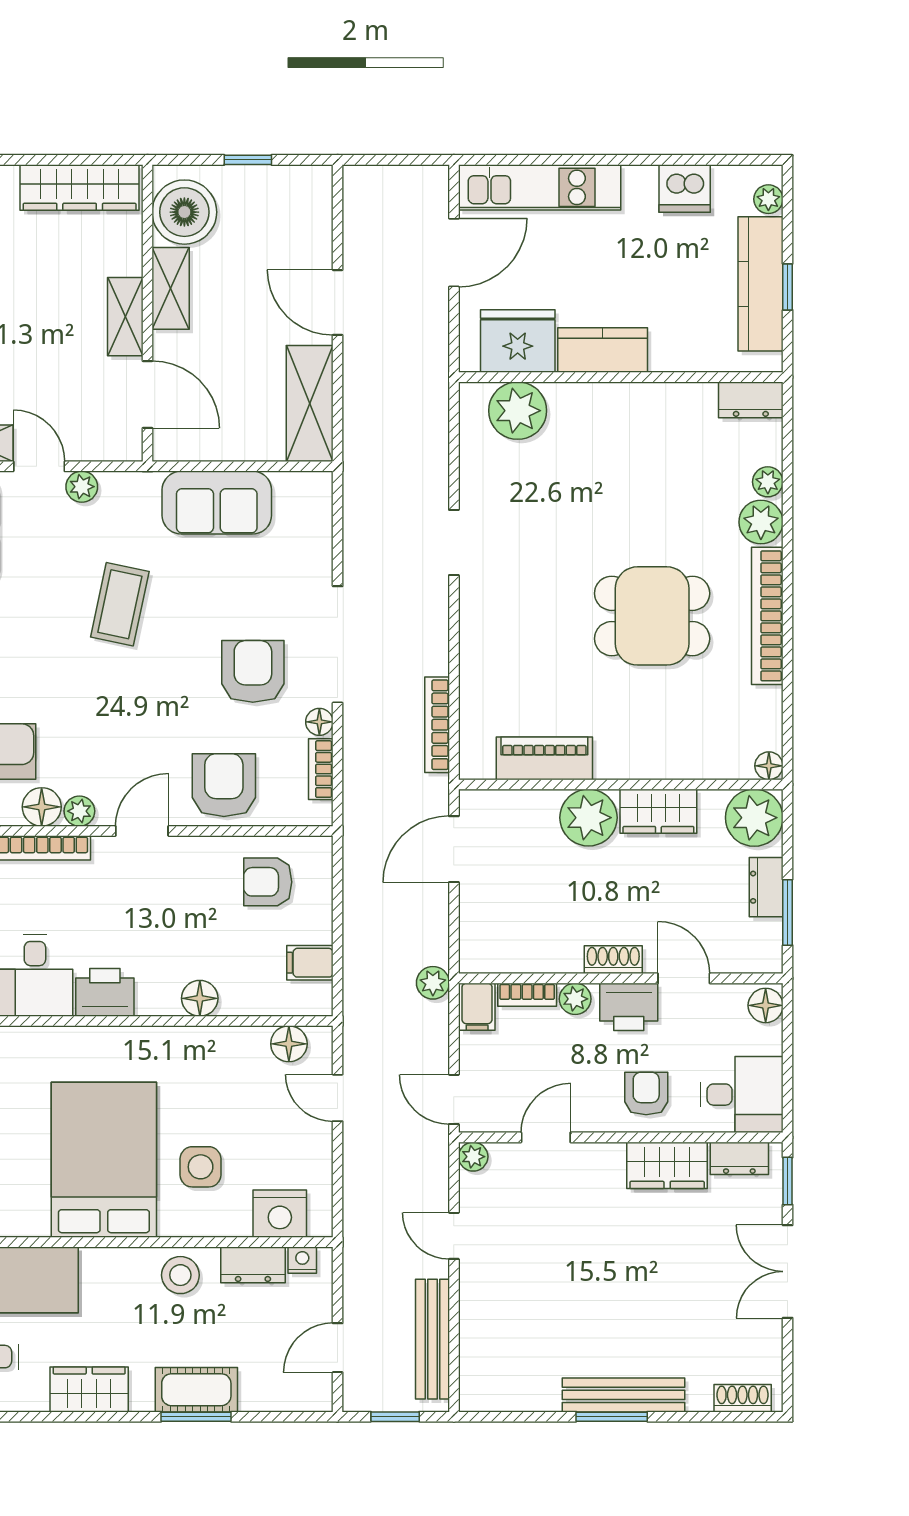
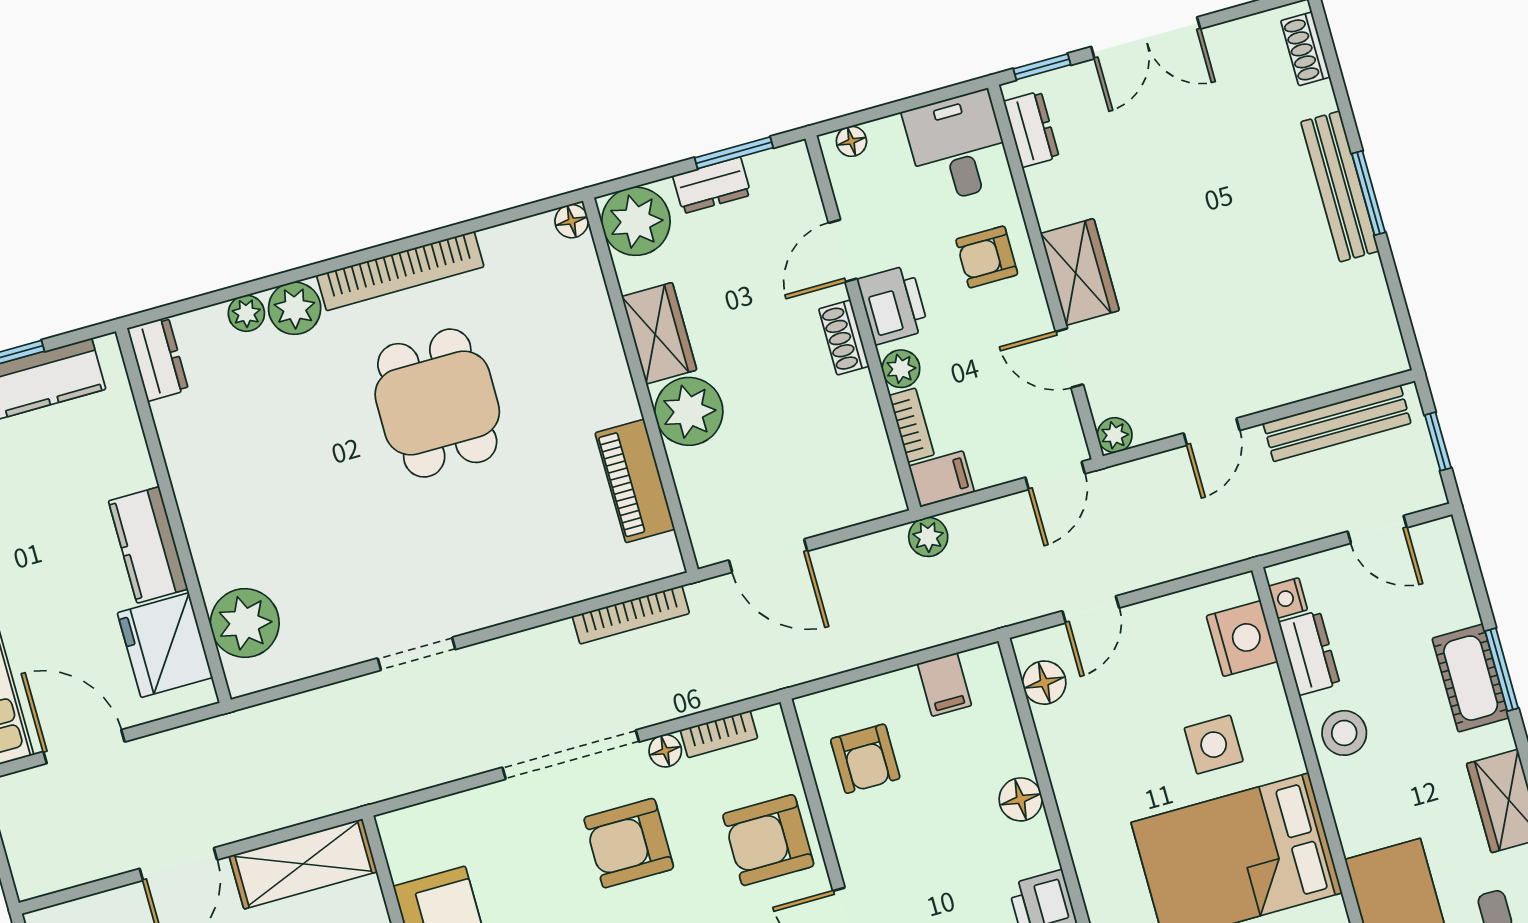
floor lamp: (766, 1005) -> (851, 141), width x0.73, depth x0.73
wardrobe: (667, 1165) -> (1080, 272), moved

